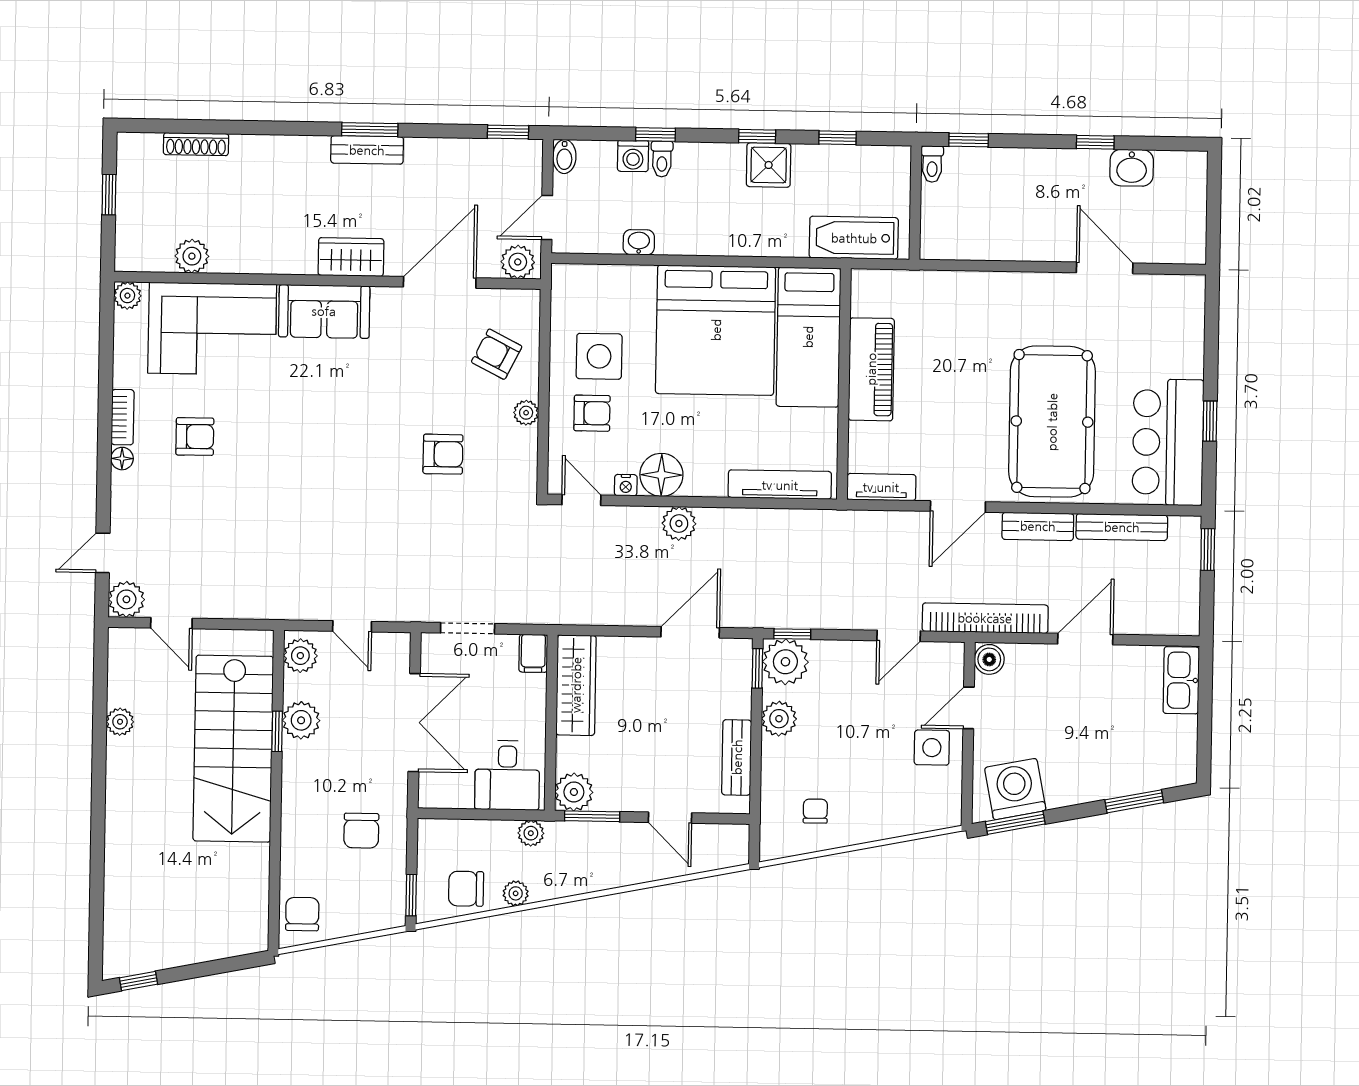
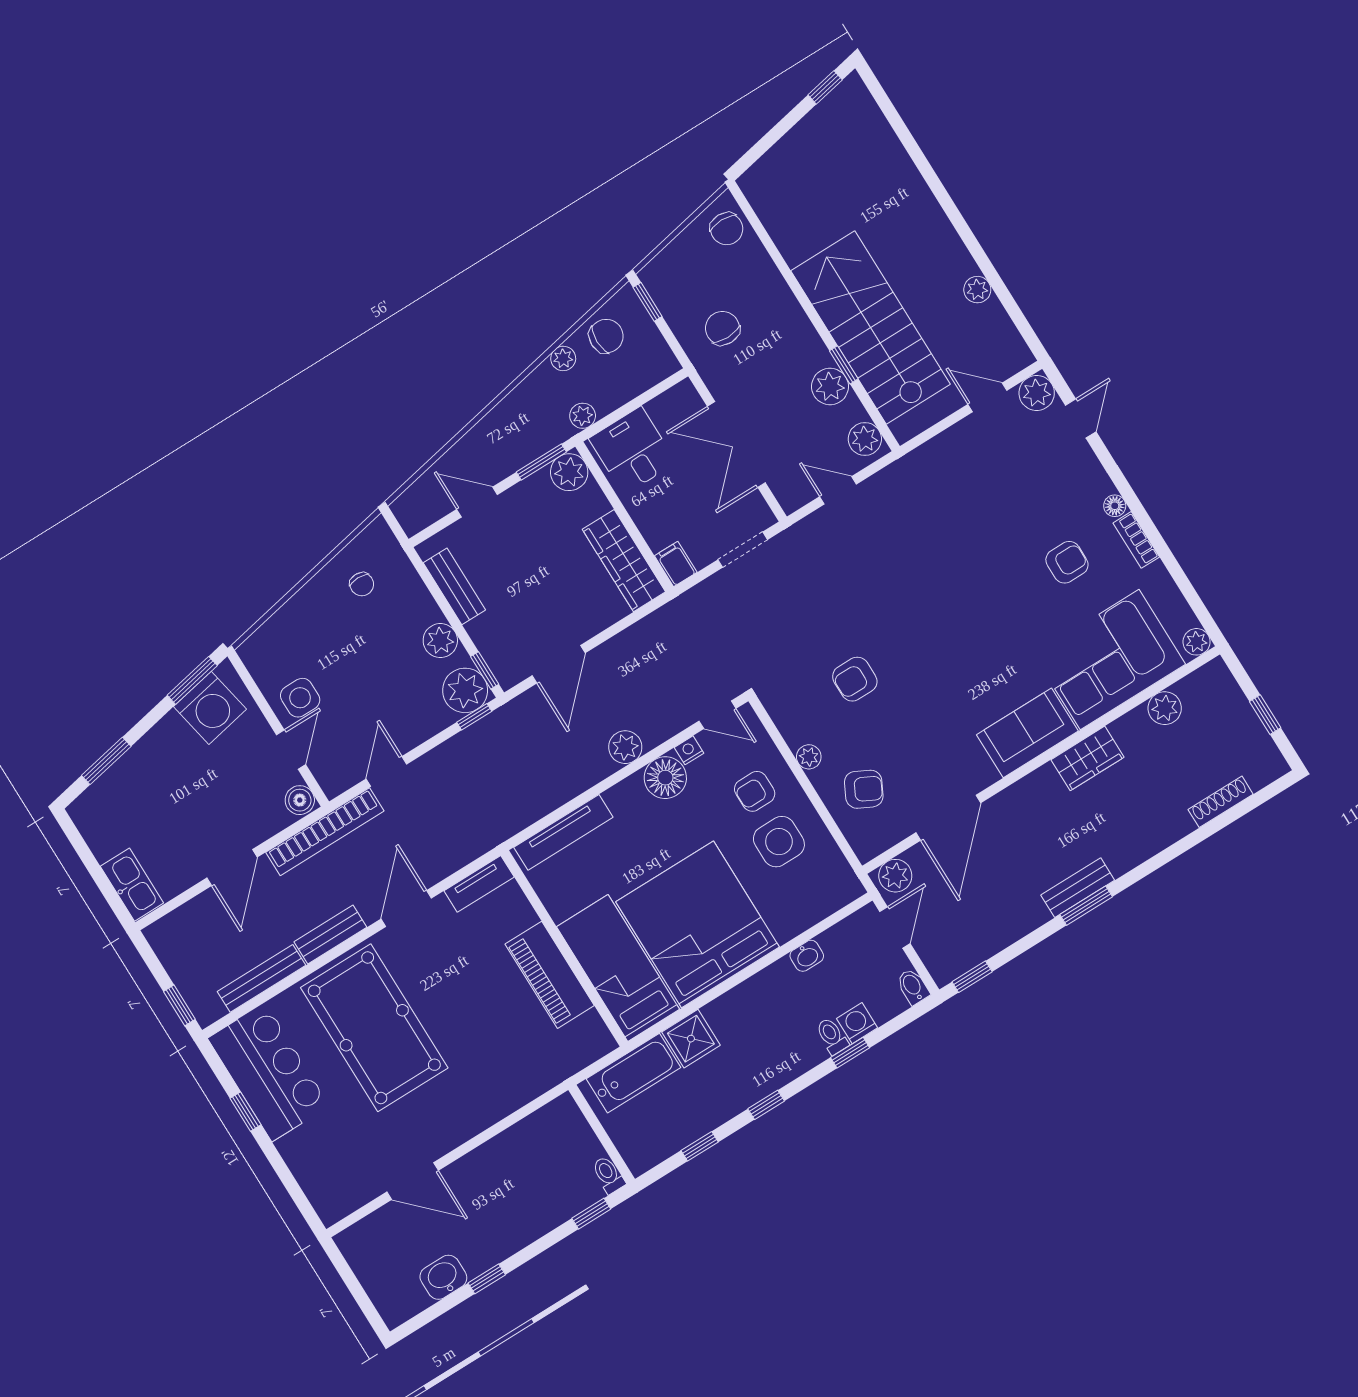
shower: (769, 165) -> (691, 1039), moved
wardrobe: (351, 257) -> (1087, 758), moved
armchair: (195, 437) -> (1067, 562), turned 180

